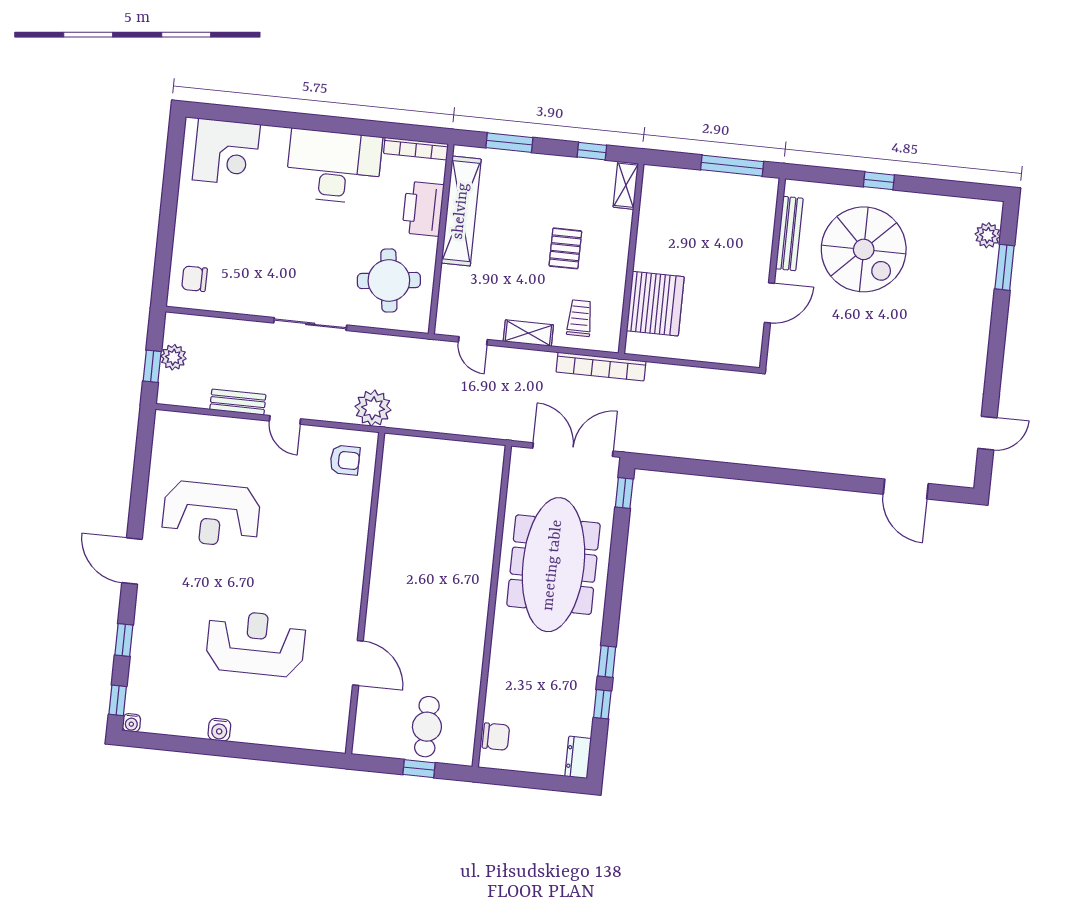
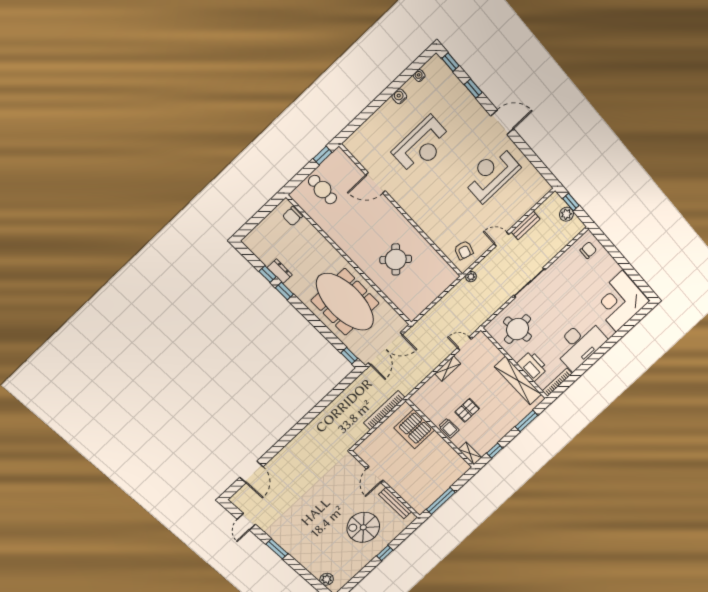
corner desk: (226, 152) -> (619, 301), width x1.36, depth x1.36
pallet: (565, 248) -> (467, 410), turned 90
spiral stairs: (864, 249) -> (363, 527), width x0.73, depth x0.73
window: (1005, 267) -> (277, 549), moved
trolley: (580, 318) -> (449, 428), moved
bookcase: (601, 367) -> (384, 410), moved
plant: (373, 408) -> (471, 277), width x0.53, depth x0.53
armchair: (345, 460) -> (464, 250), turned -73
door: (906, 489) -> (251, 472), swing flipped
round table: (437, 545) -> (396, 259), added
water cooler: (131, 723) -> (419, 76), moved
dresser: (578, 757) -> (280, 271), moved
window: (419, 769) -> (323, 155), moved

